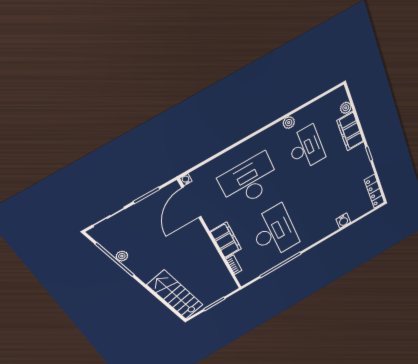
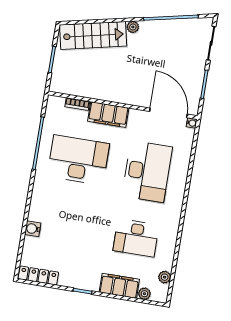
plant: (289, 123) -> (165, 277), moved
desk: (274, 232) -> (78, 160), turned 180
plant: (122, 256) -> (133, 27), moved

